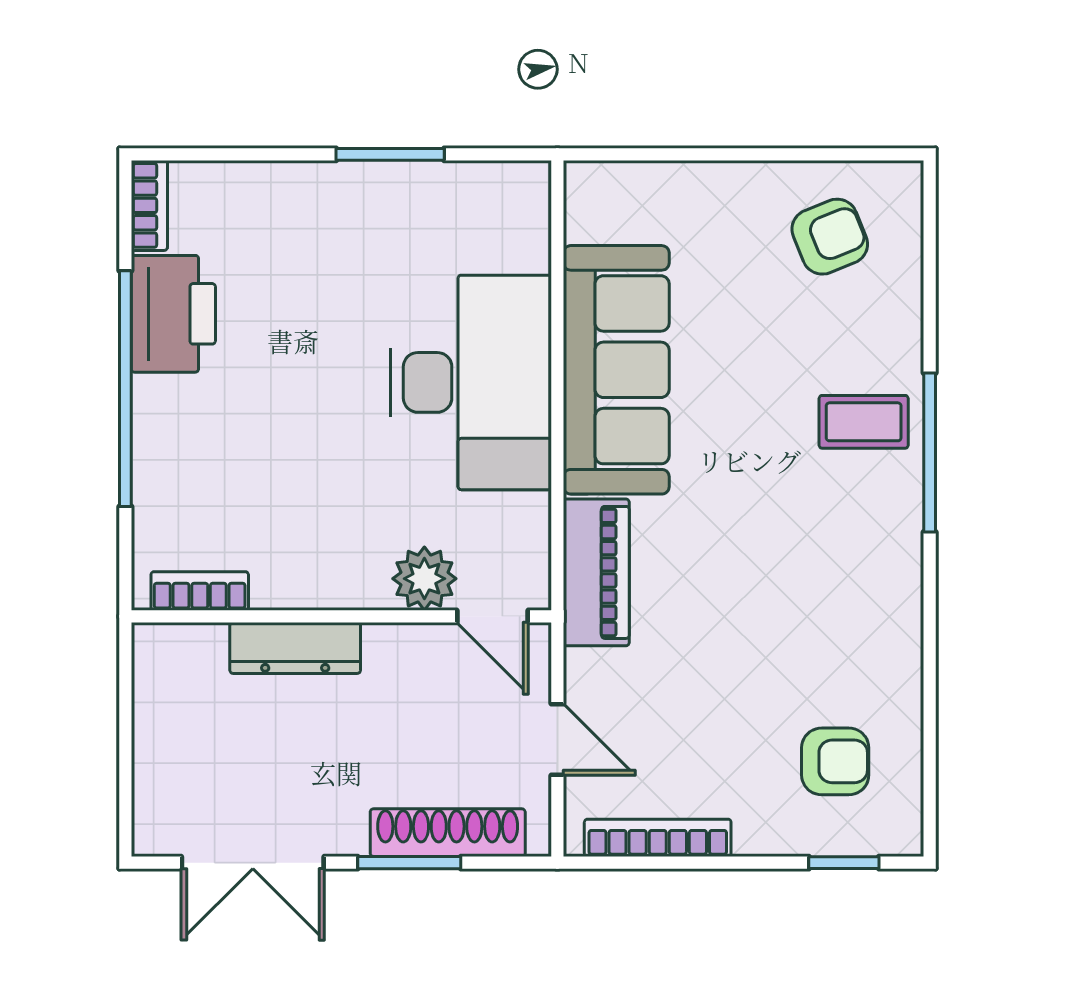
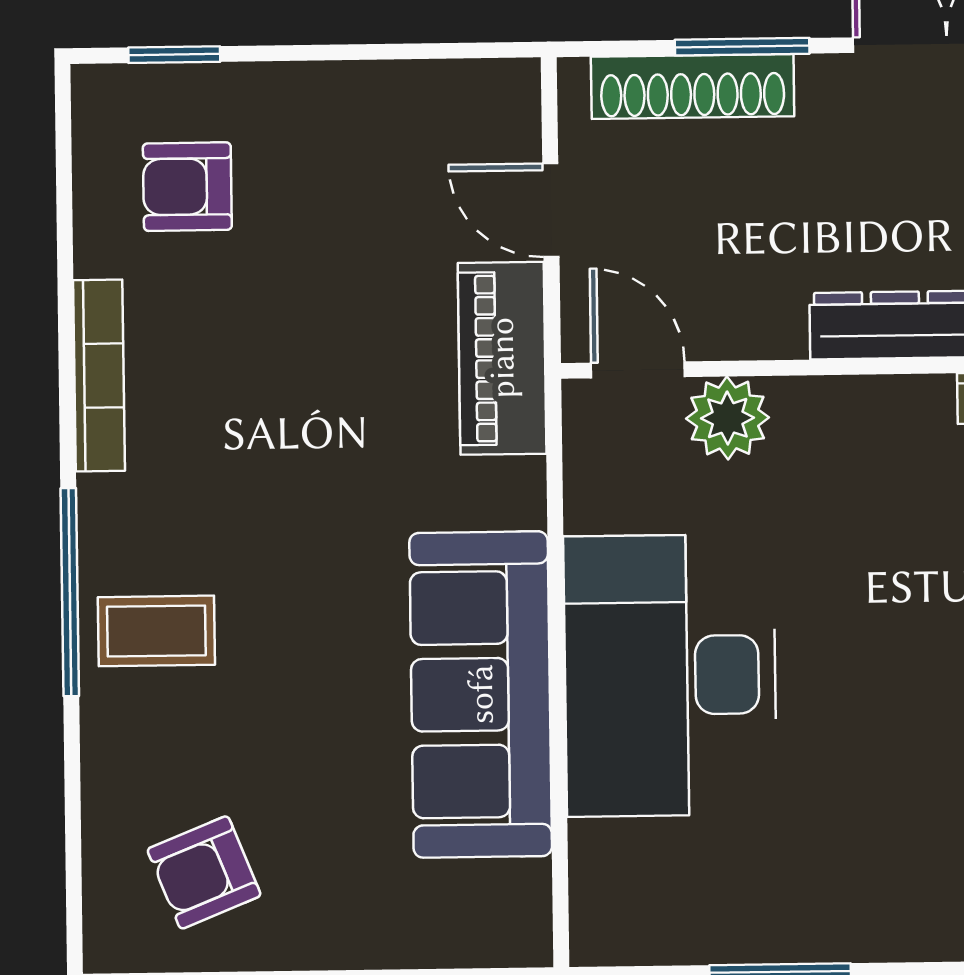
piano: (596, 572) -> (502, 358), moved
bookcase: (658, 838) -> (99, 375), moved, turned -90

